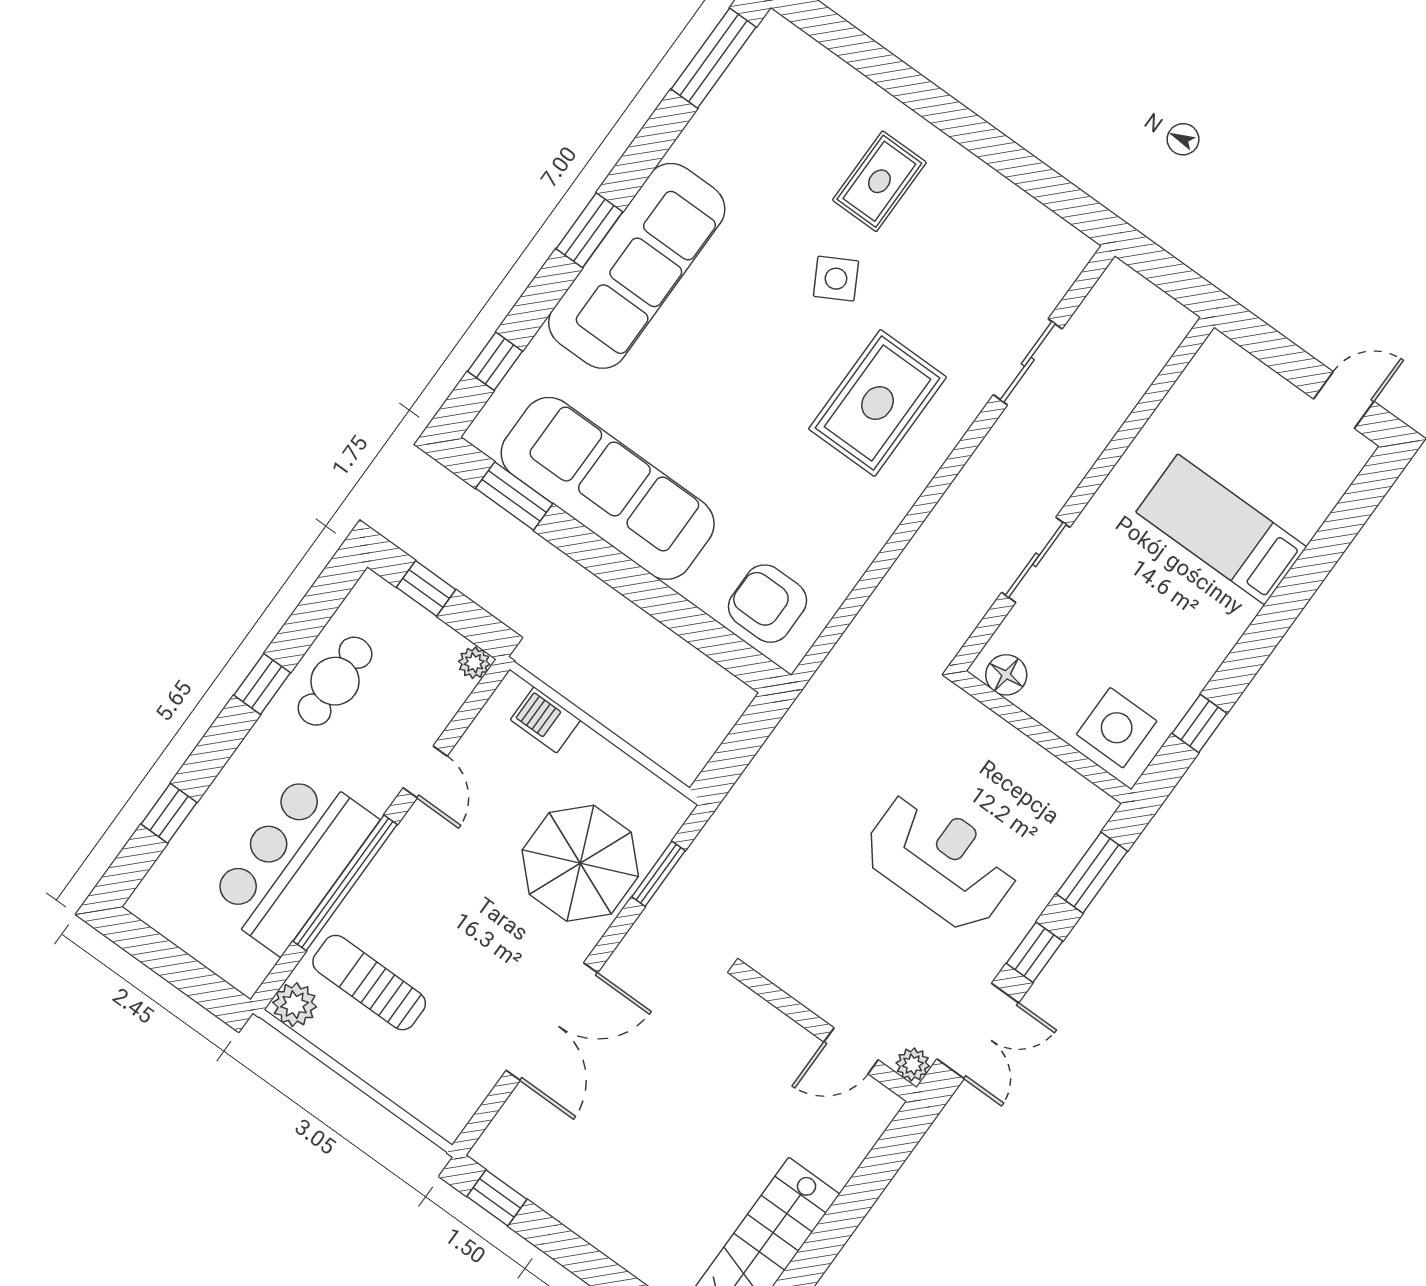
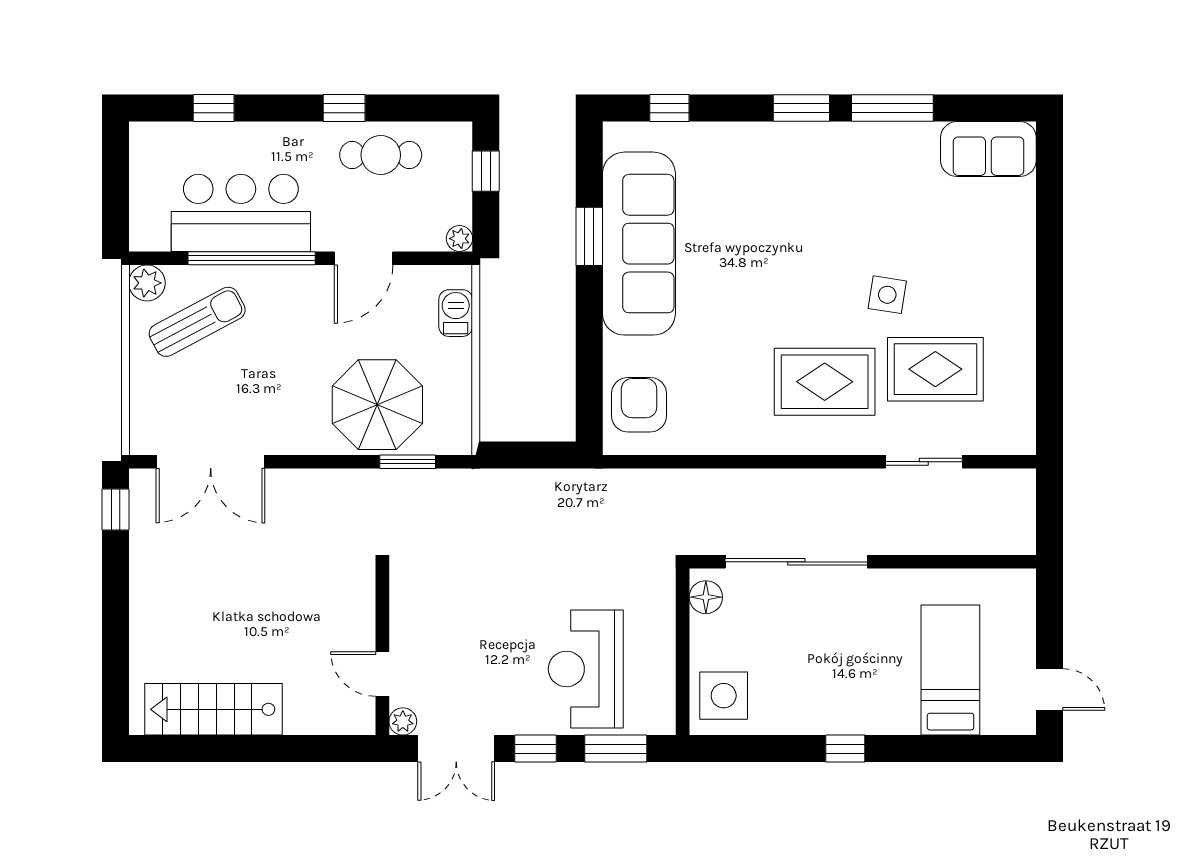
window: (714, 58) -> (892, 108), moved
rug: (879, 181) -> (935, 369), moved, width x1.36, depth x1.43
sofa: (637, 266) -> (988, 149), moved, width x0.54, depth x0.79
side table: (836, 279) -> (887, 295), turned 38
window: (514, 496) -> (589, 236), moved
bed: (1221, 529) -> (950, 670), moved
sliding door: (1036, 560) -> (796, 562), width x1.86
window: (1200, 723) -> (845, 749), moved
door: (425, 772) -> (364, 258), width x1.37
reception desk: (941, 861) -> (586, 669), moved, turned 180
sun lounger: (369, 983) -> (197, 322), turned 62
double door: (552, 1022) -> (211, 462), moved

